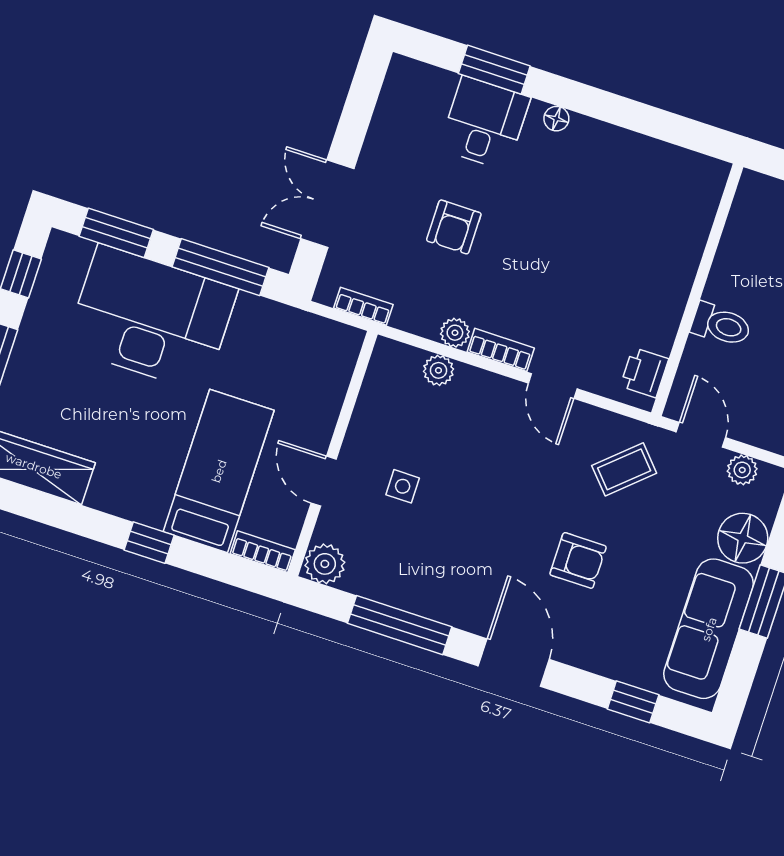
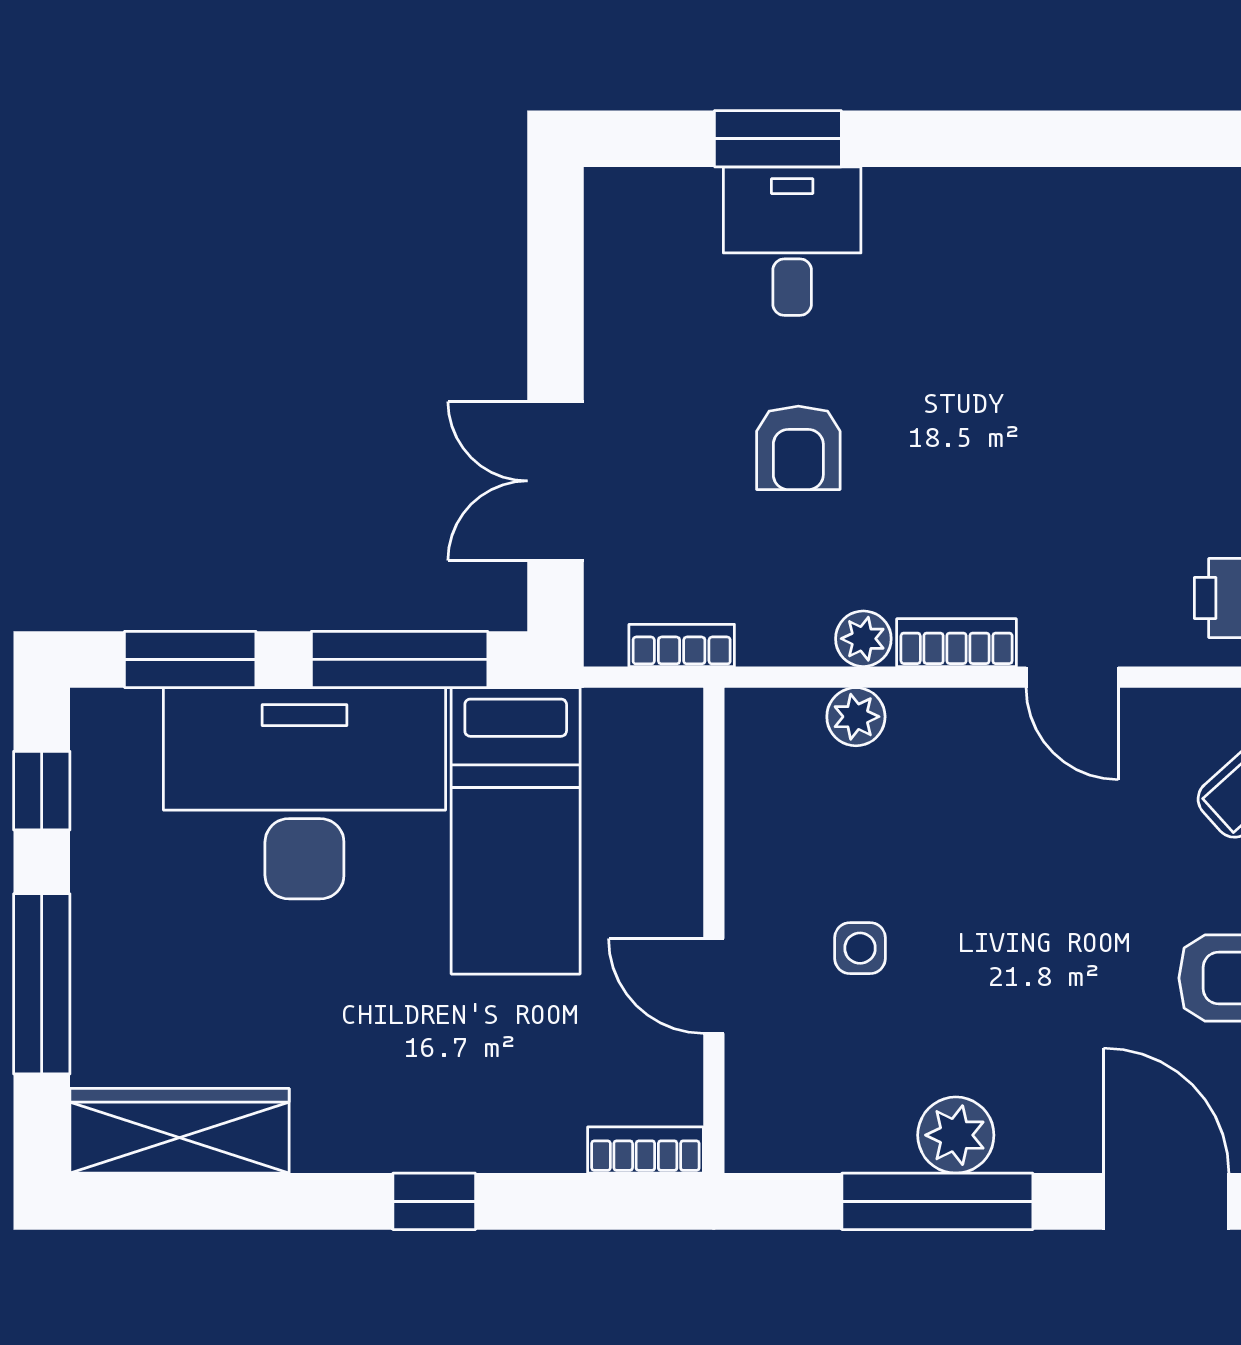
floor lamp: (556, 119) -> (920, 190), removed
bed: (219, 471) -> (516, 831), moved, turned 180
plant: (325, 564) -> (956, 1135), moved

